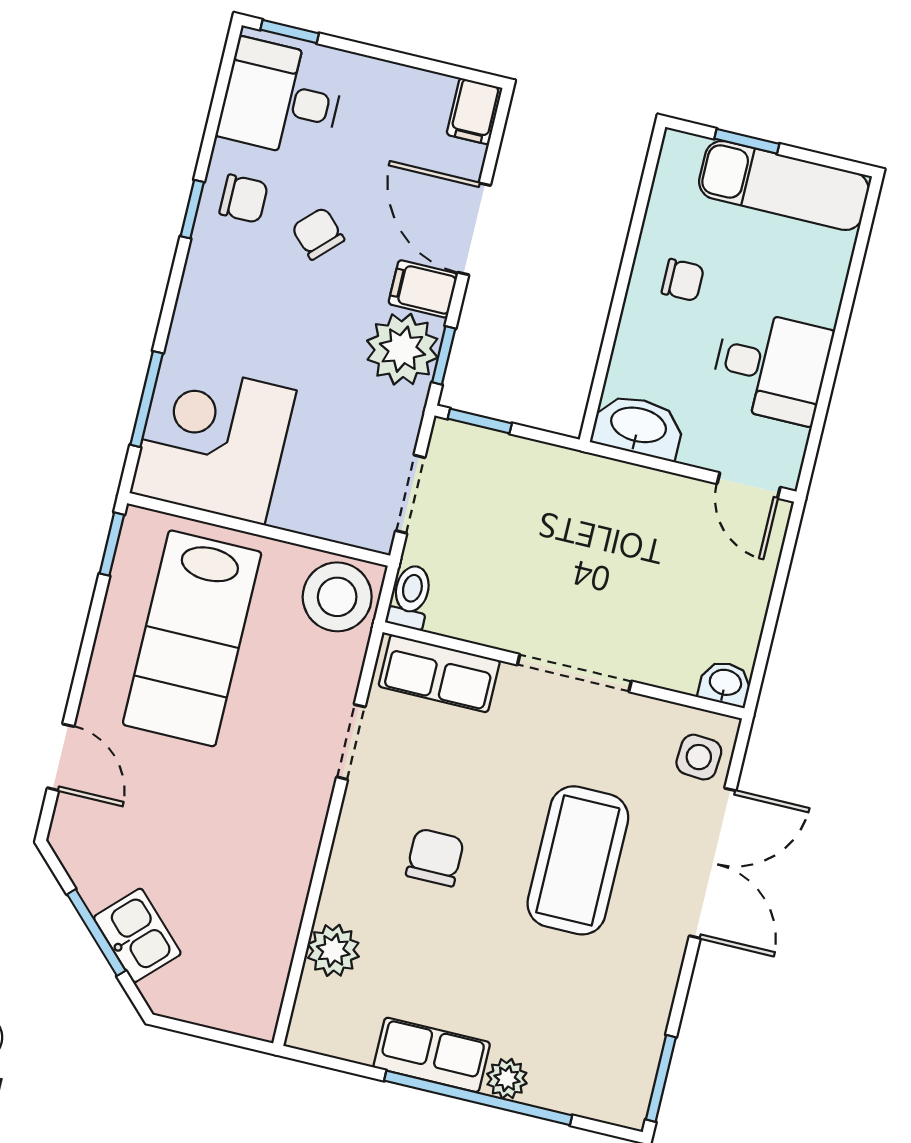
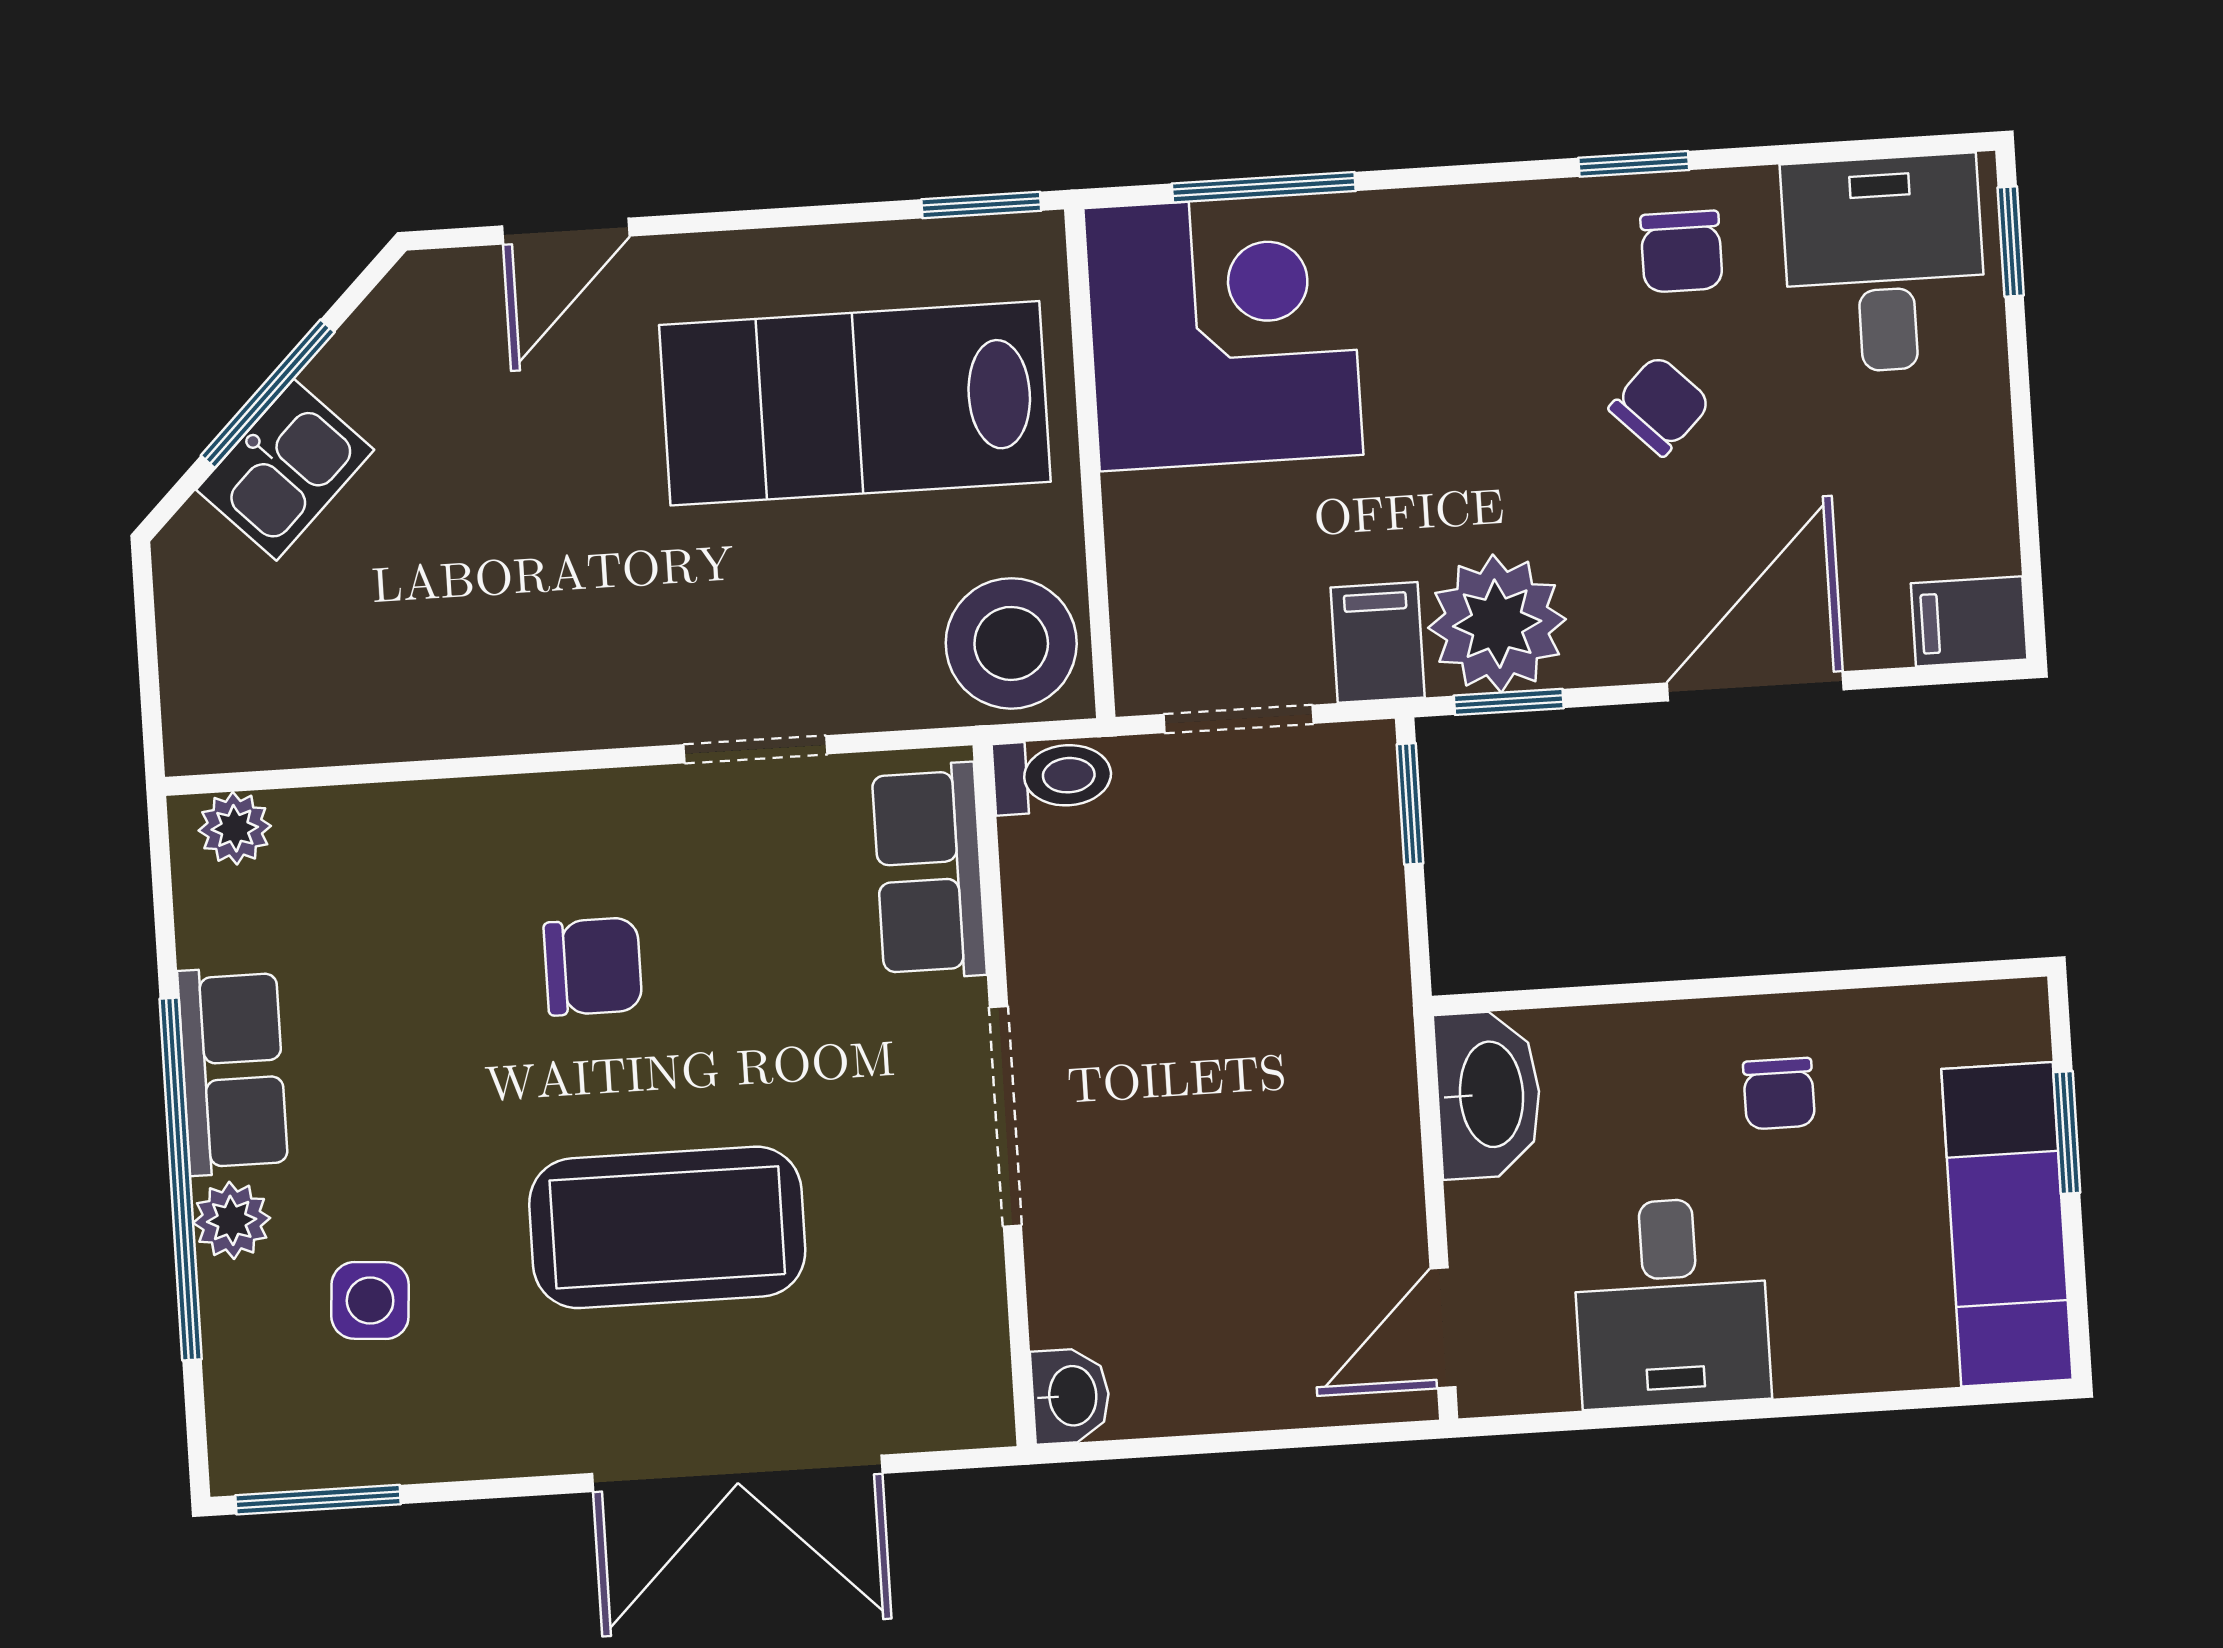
filing cabinet: (423, 289) -> (1378, 642), moved
side table: (699, 757) -> (370, 1301), moved
plant: (333, 950) -> (235, 828), moved, width x0.73, depth x0.73

